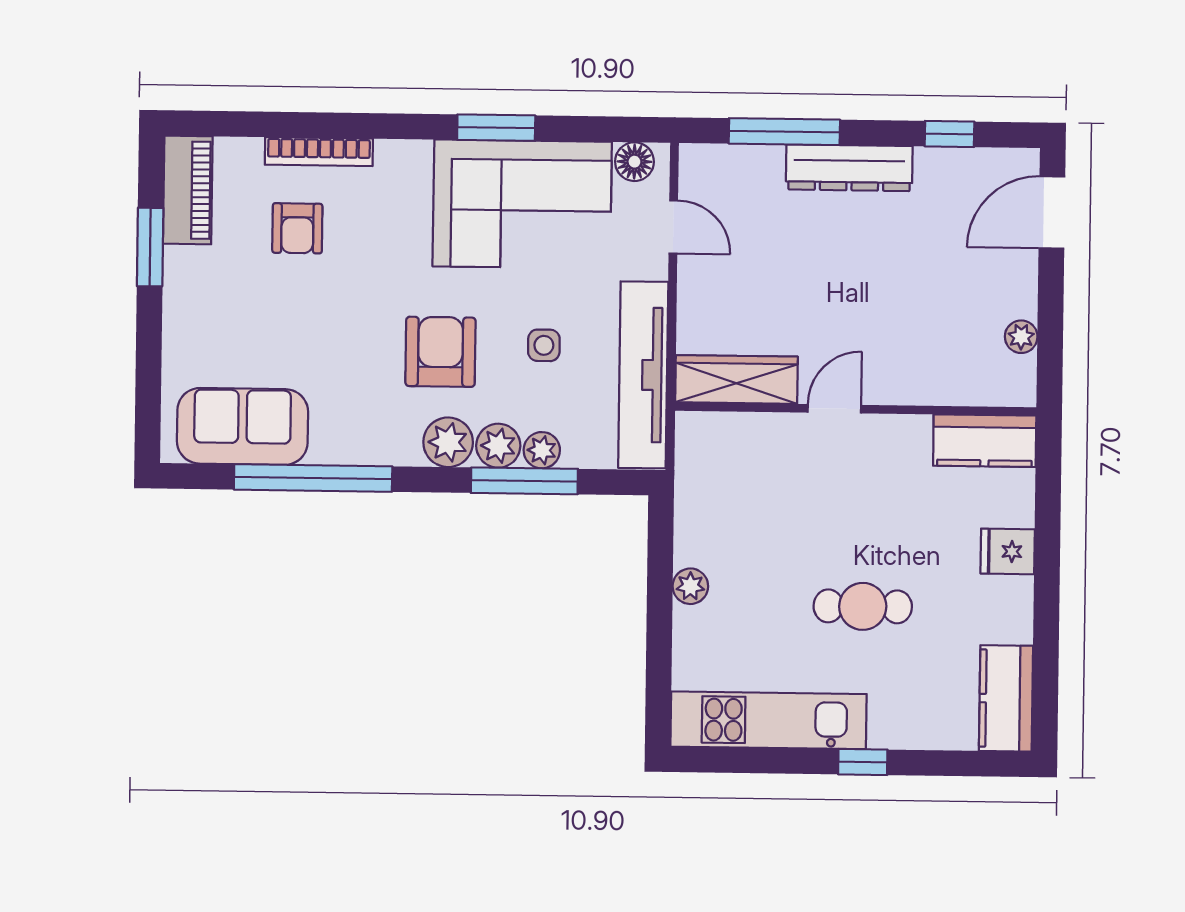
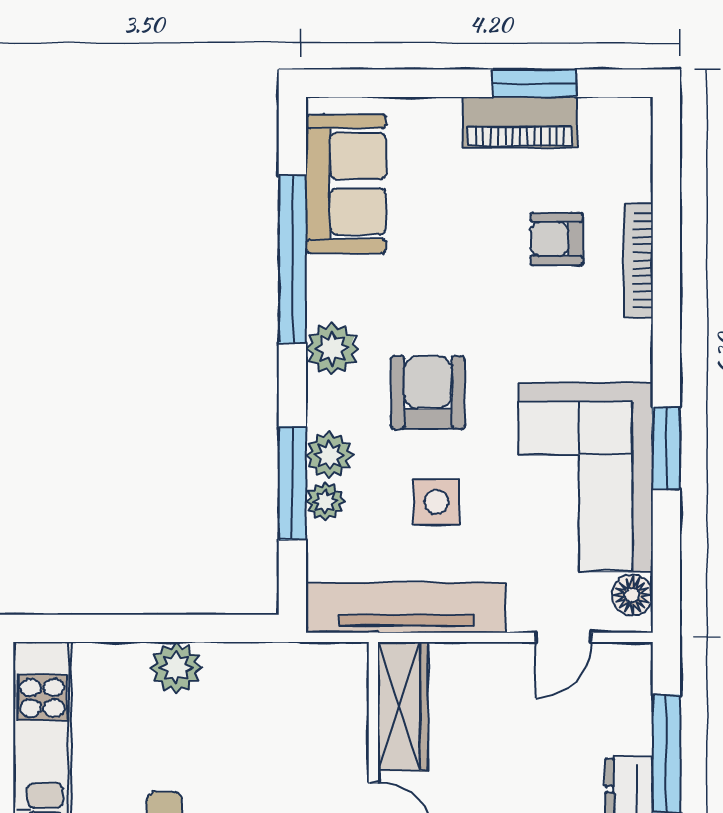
piano: (188, 190) -> (520, 122), moved
side table: (544, 345) -> (436, 502), width x1.37, depth x1.37
armchair: (440, 352) -> (428, 392), turned -90
plant: (448, 442) -> (332, 348), moved
plant: (690, 586) -> (176, 668), width x1.38, depth x1.38

